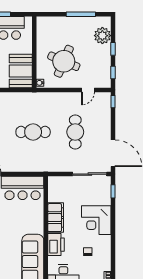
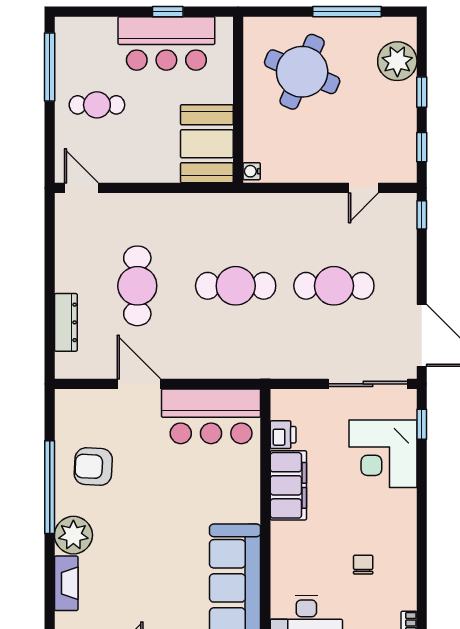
round table: (64, 61) -> (302, 72), moved
cafe table: (75, 132) -> (334, 286), turned 90
corner desk: (96, 220) -> (383, 454), moved
printer: (56, 245) -> (283, 435), moved, width x0.53, depth x0.68

